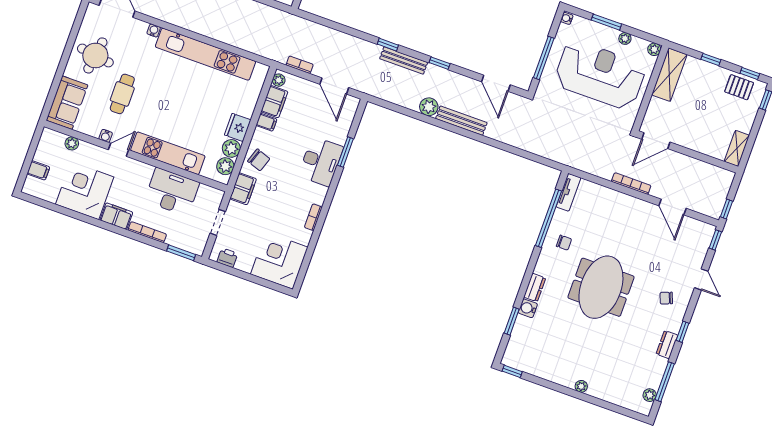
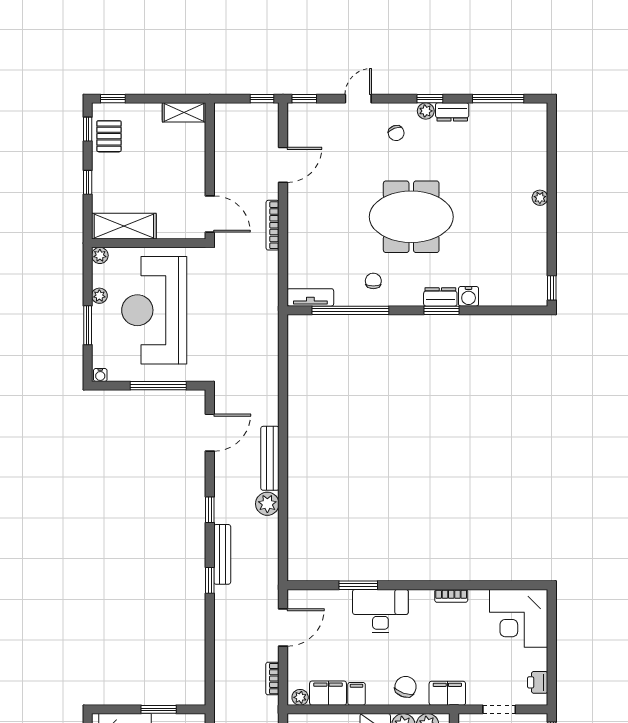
window: (512, 321) -> (442, 310), moved
plant: (650, 395) -> (426, 111), moved

